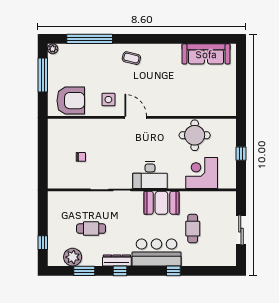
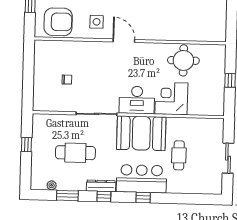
corner desk: (202, 173) -> (171, 99), moved
booth: (161, 203) -> (141, 133), width x1.36, depth x1.42
cafe table: (91, 229) -> (75, 153), width x1.37, depth x1.35
window: (43, 243) -> (26, 145), moved
plant: (73, 257) -> (52, 185), width x0.53, depth x0.53
window: (173, 271) -> (143, 198), moved

